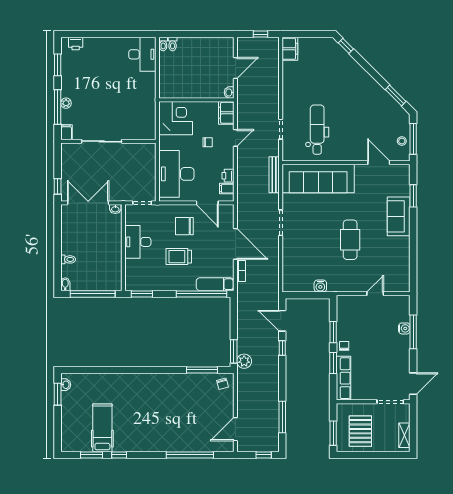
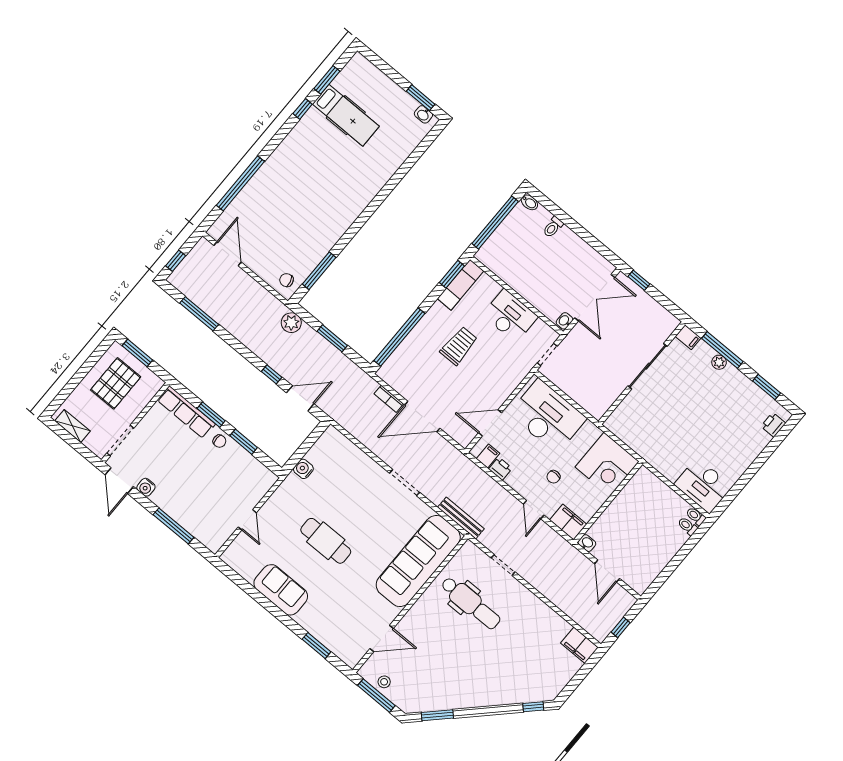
sofa: (399, 216) -> (281, 590), moved
chair: (184, 226) -> (486, 379), removed
exam couch: (215, 284) -> (460, 285), moved
water cooler: (404, 328) -> (146, 487), moved
window: (234, 351) -> (332, 338), moved
pallet: (360, 431) -> (116, 383), turned 90

